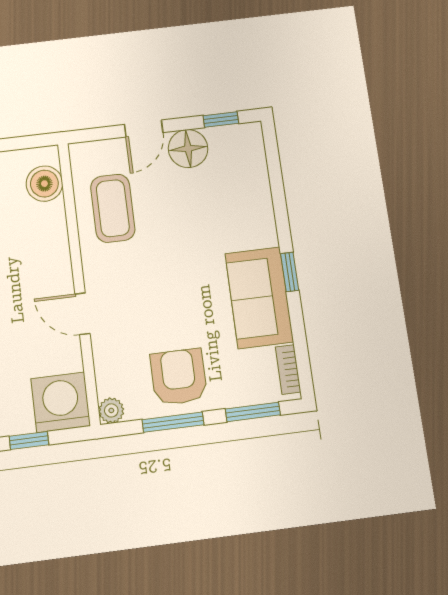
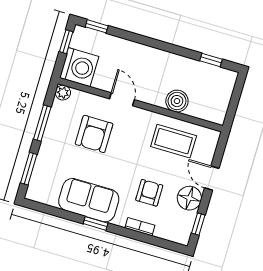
boiler: (44, 184) -> (177, 101), moved
armchair: (207, 211) -> (149, 193), added
door: (82, 314) -> (122, 99), hinge flipped
bookcase: (288, 370) -> (140, 227), moved
armchair: (179, 377) -> (94, 134), moved, turned 90

